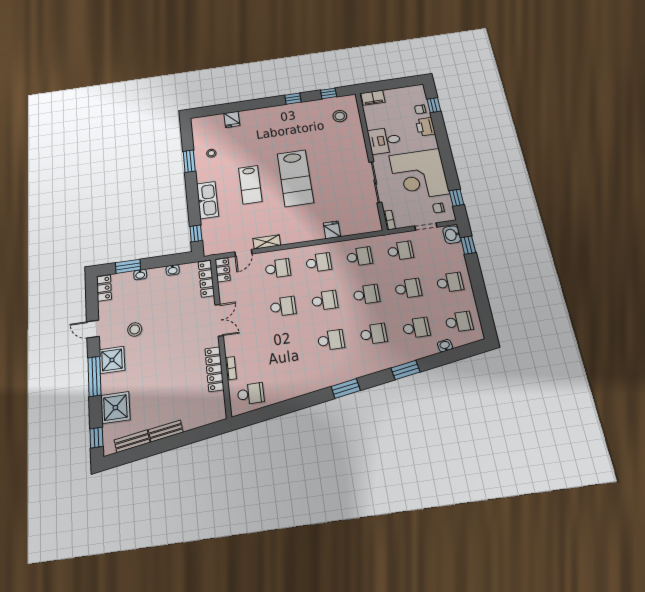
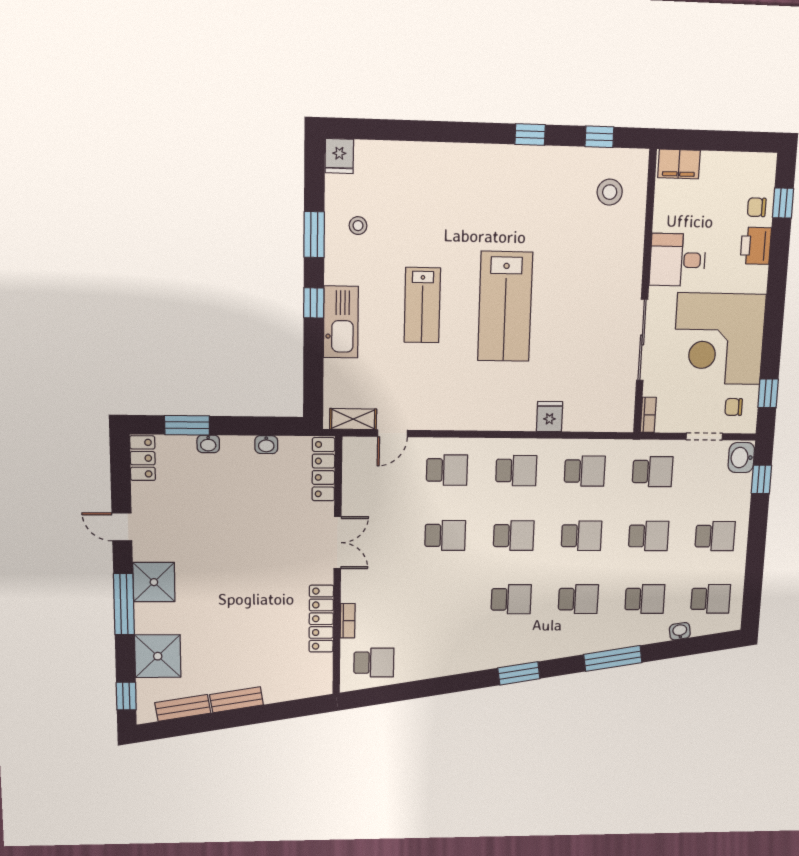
fridge: (232, 119) -> (339, 156), moved
window: (196, 233) -> (314, 303), moved
shelving: (267, 242) -> (353, 419), moved
locker: (223, 270) -> (353, 458), removed
stool: (135, 329) -> (194, 538), removed
window: (406, 370) -> (613, 658), width x1.44

